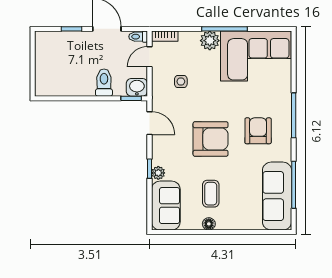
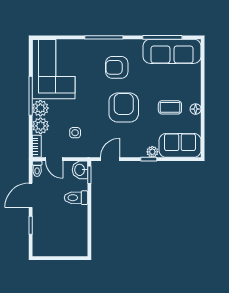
plant: (189, 41) -> (41, 126), added

